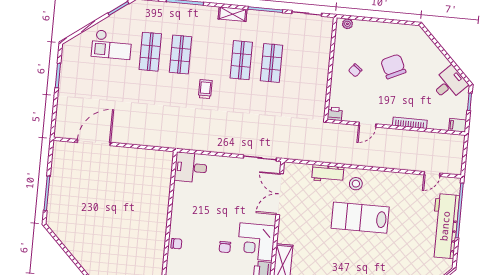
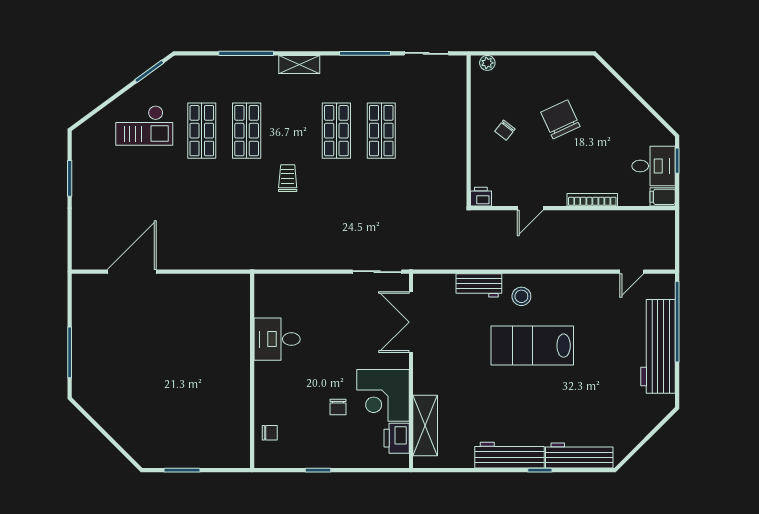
shelving: (233, 14) -> (299, 64), moved
desk: (449, 84) -> (654, 166), moved, turned 45
desk: (191, 167) -> (277, 339), moved
chair: (176, 244) -> (270, 433), moved

